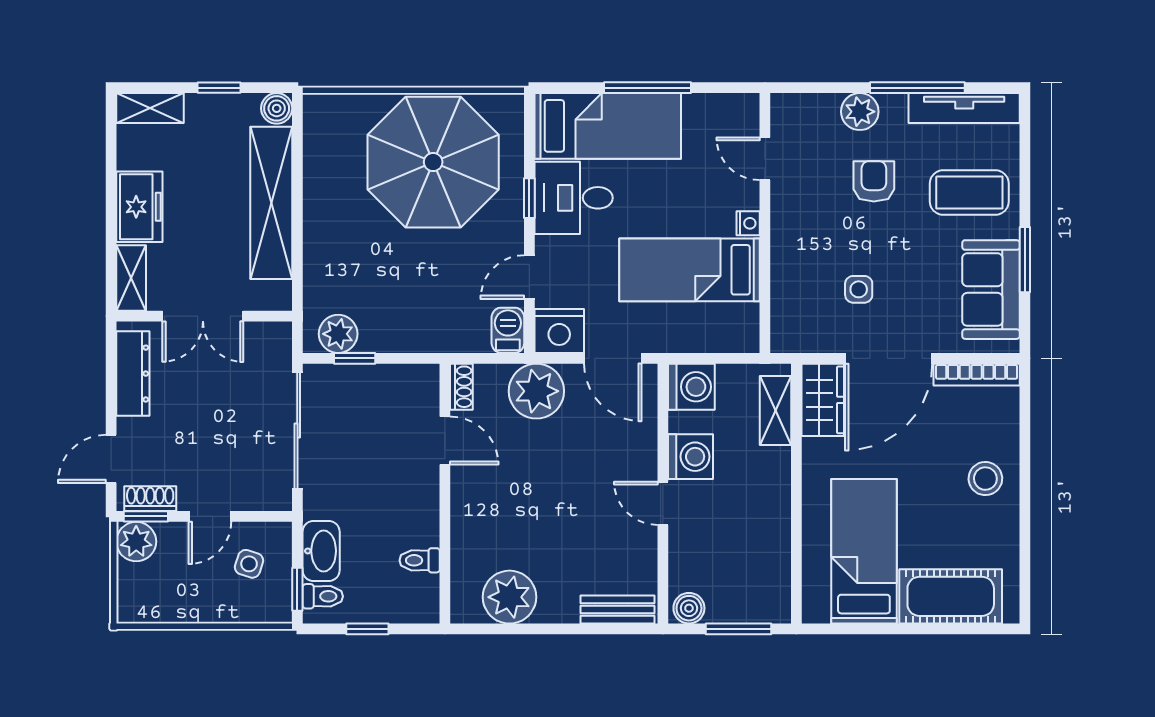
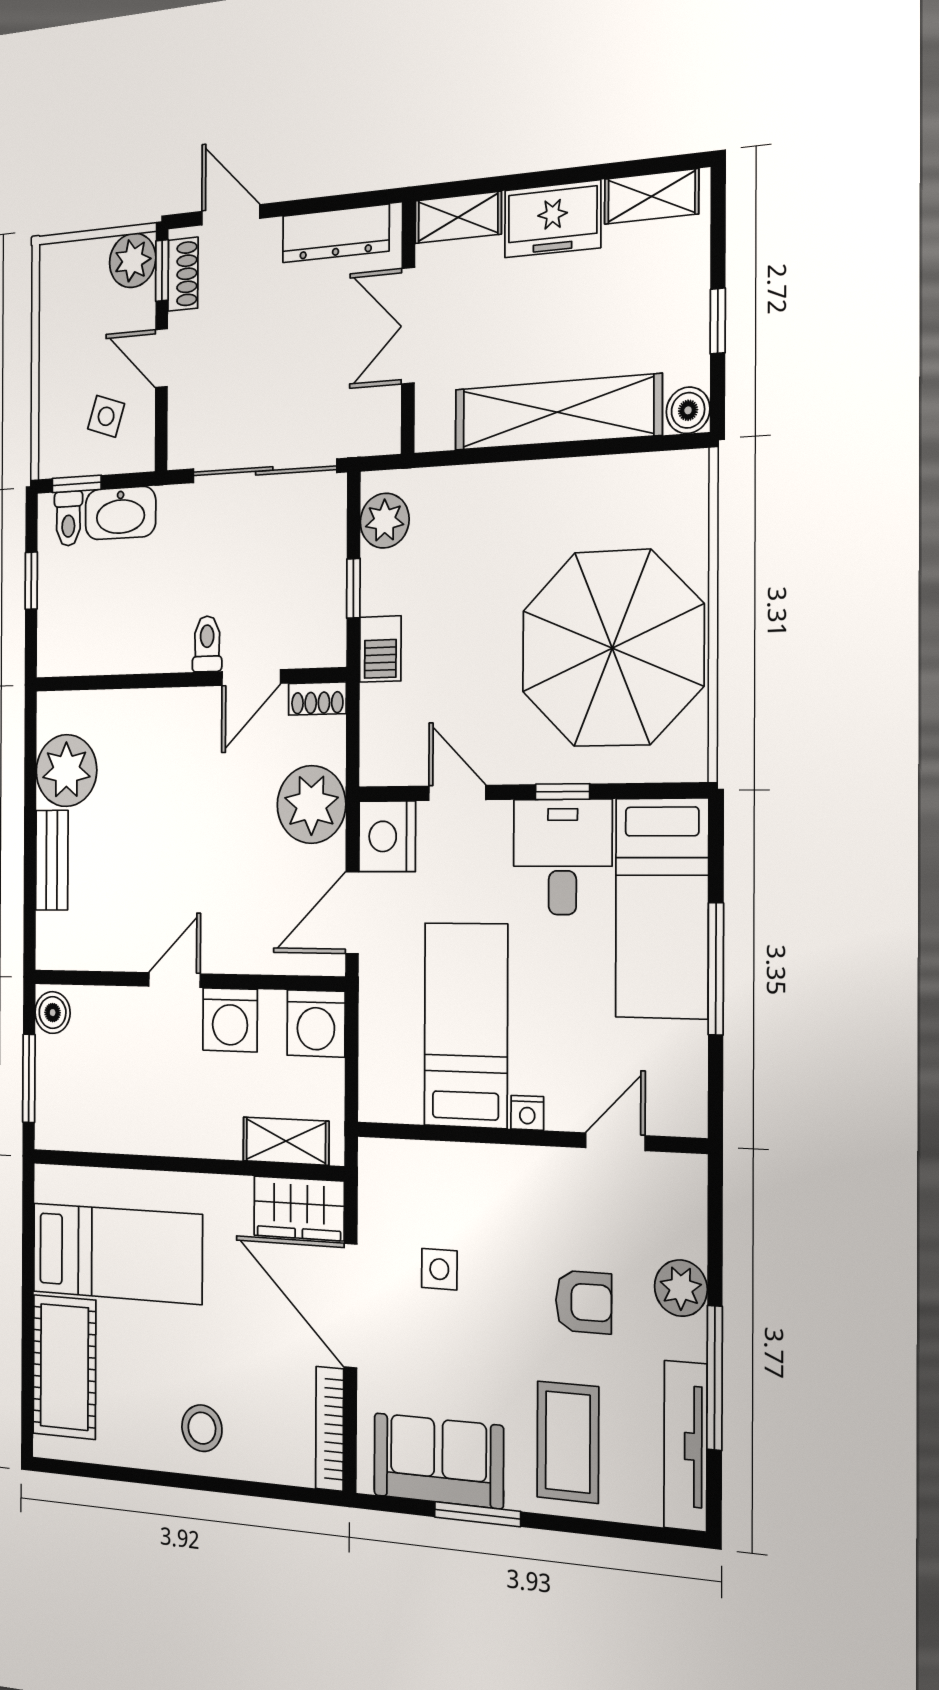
shelving: (150, 108) -> (651, 196), moved, turned 90
barbecue: (508, 330) -> (380, 649), moved, turned 90
window: (355, 358) -> (353, 588), moved
toilet: (420, 560) -> (207, 644), moved
bench: (617, 610) -> (52, 860), moved

